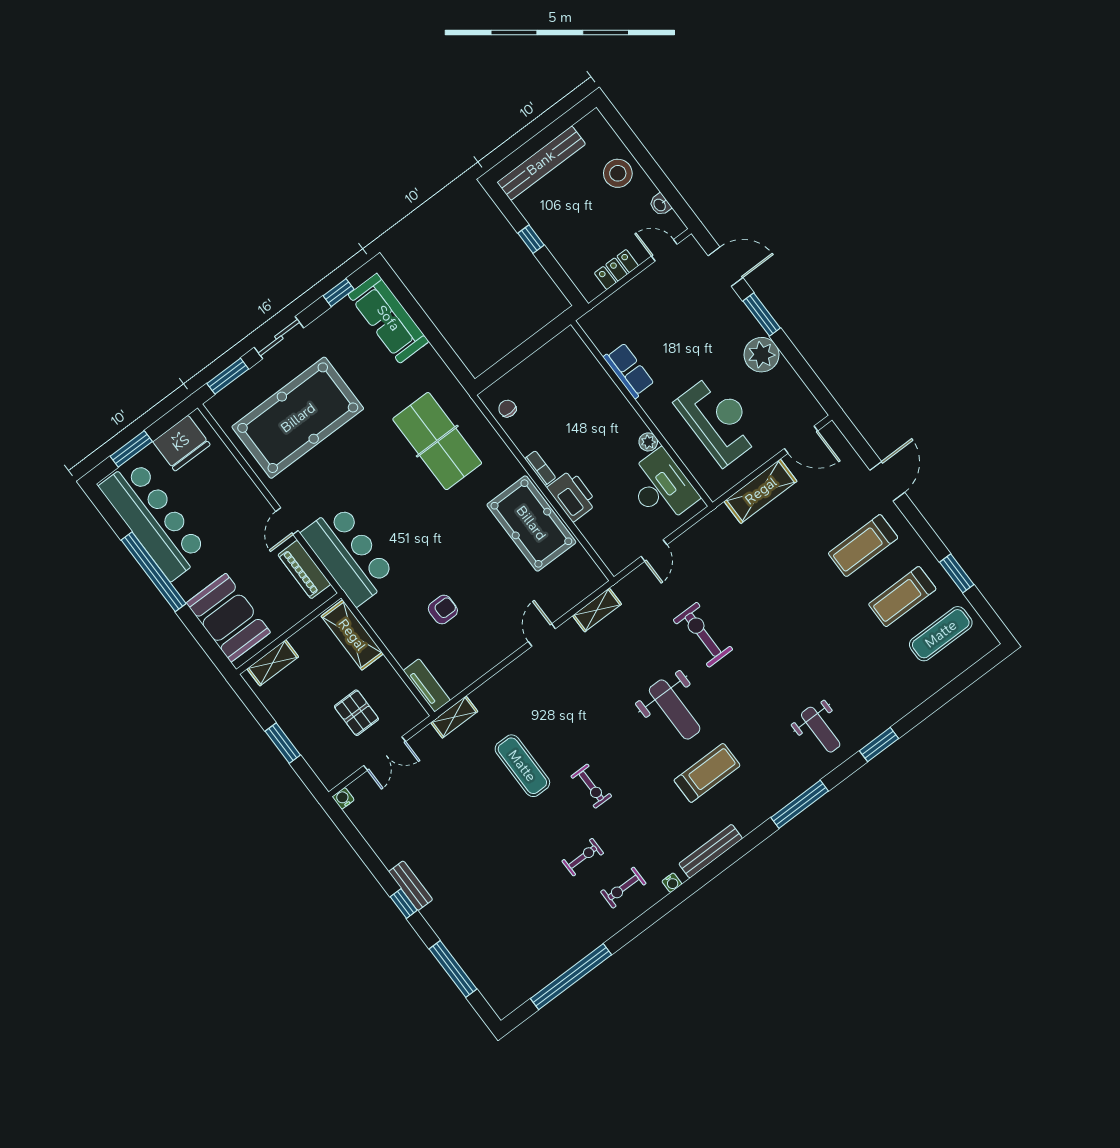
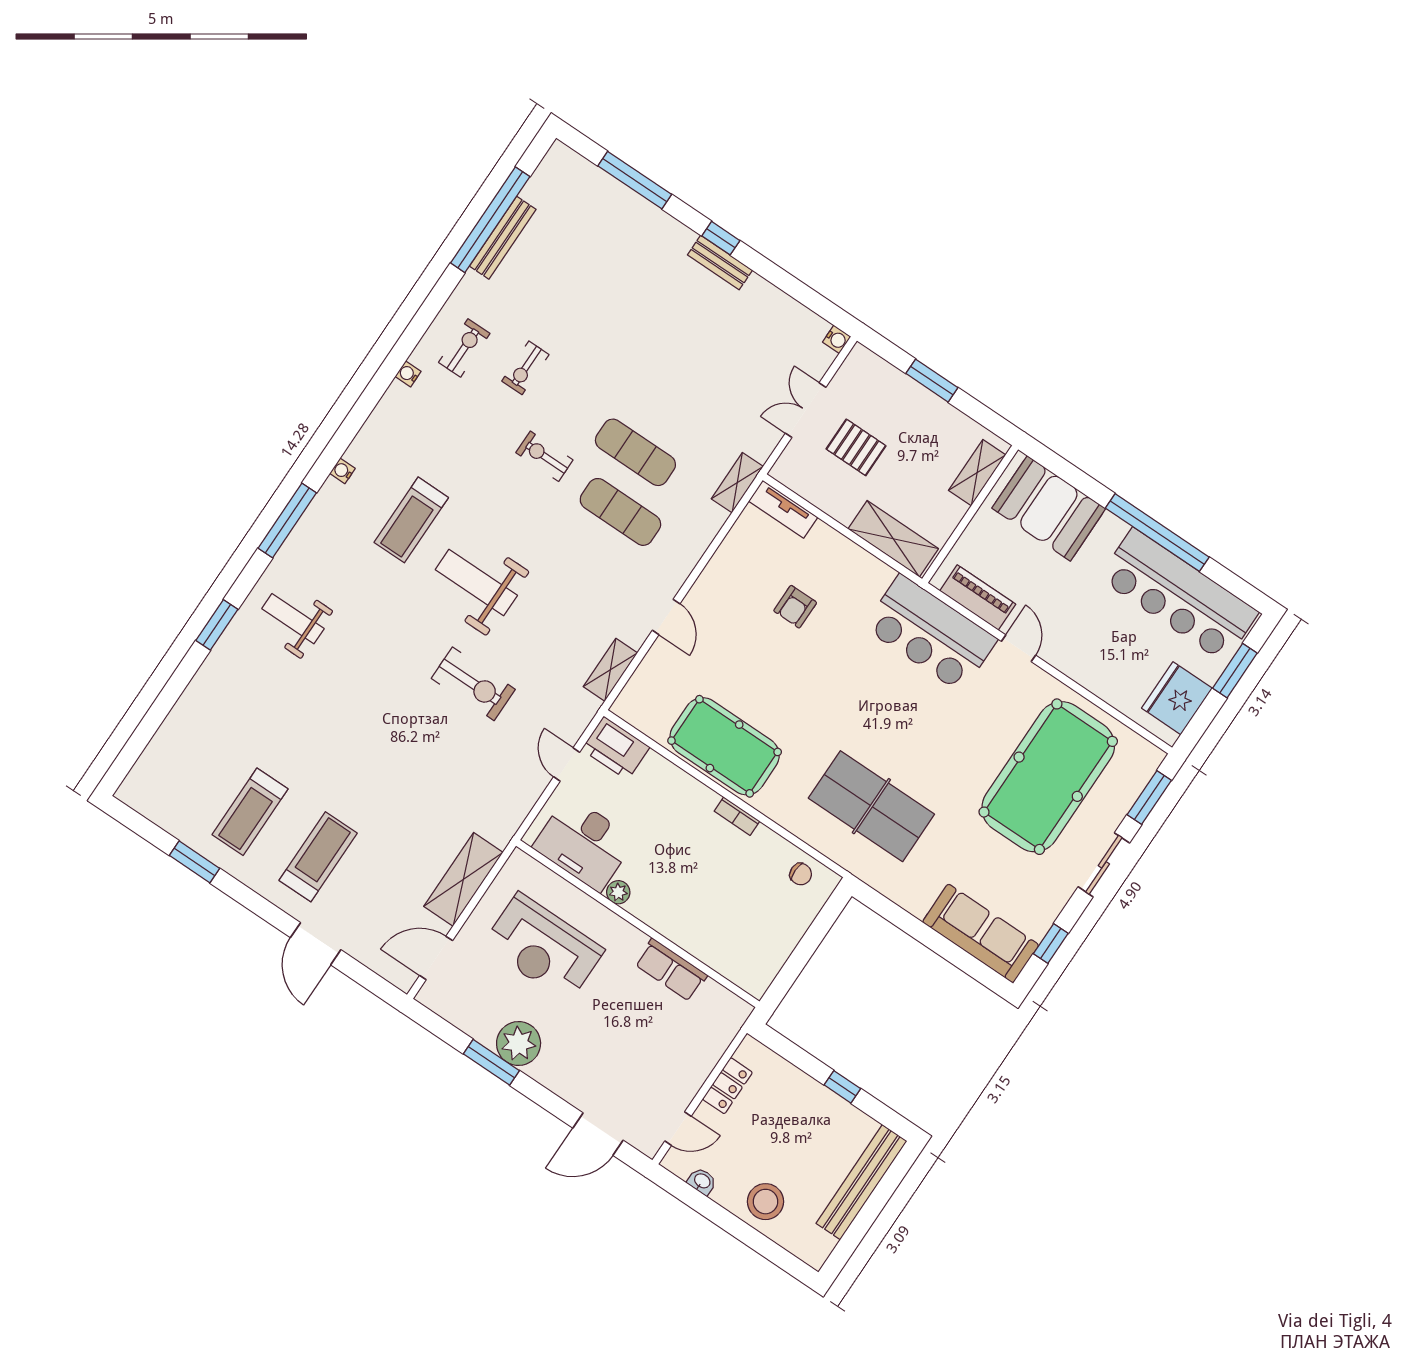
window: (762, 314) -> (491, 1062), moved
printer: (572, 496) -> (616, 748), moved
treadmill: (902, 597) -> (250, 812), turned 180
exercise mat: (941, 634) -> (620, 512), moved, turned 90
water cooler: (746, 827) -> (342, 471), added
bench: (711, 851) -> (503, 238), moved

